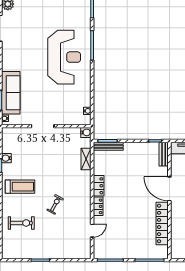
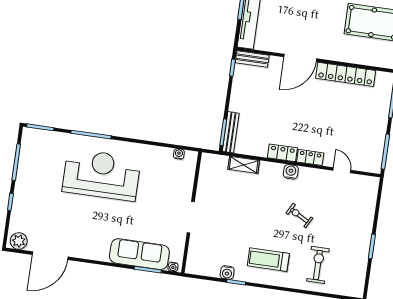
water cooler: (86, 132) -> (291, 172), moved
treadmill: (20, 187) -> (268, 260), turned -90

